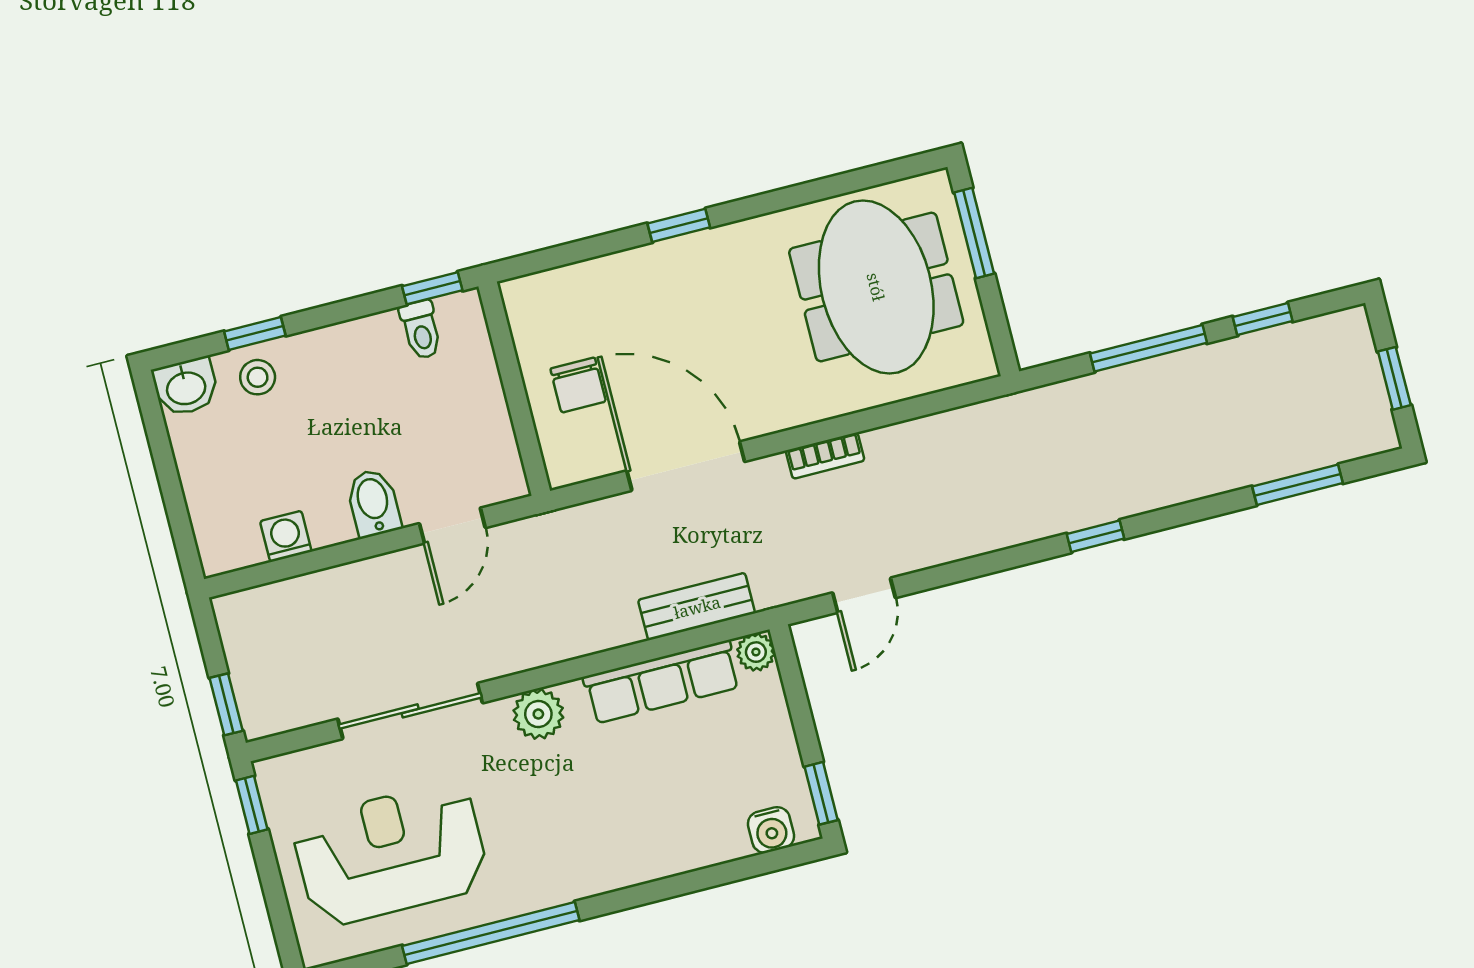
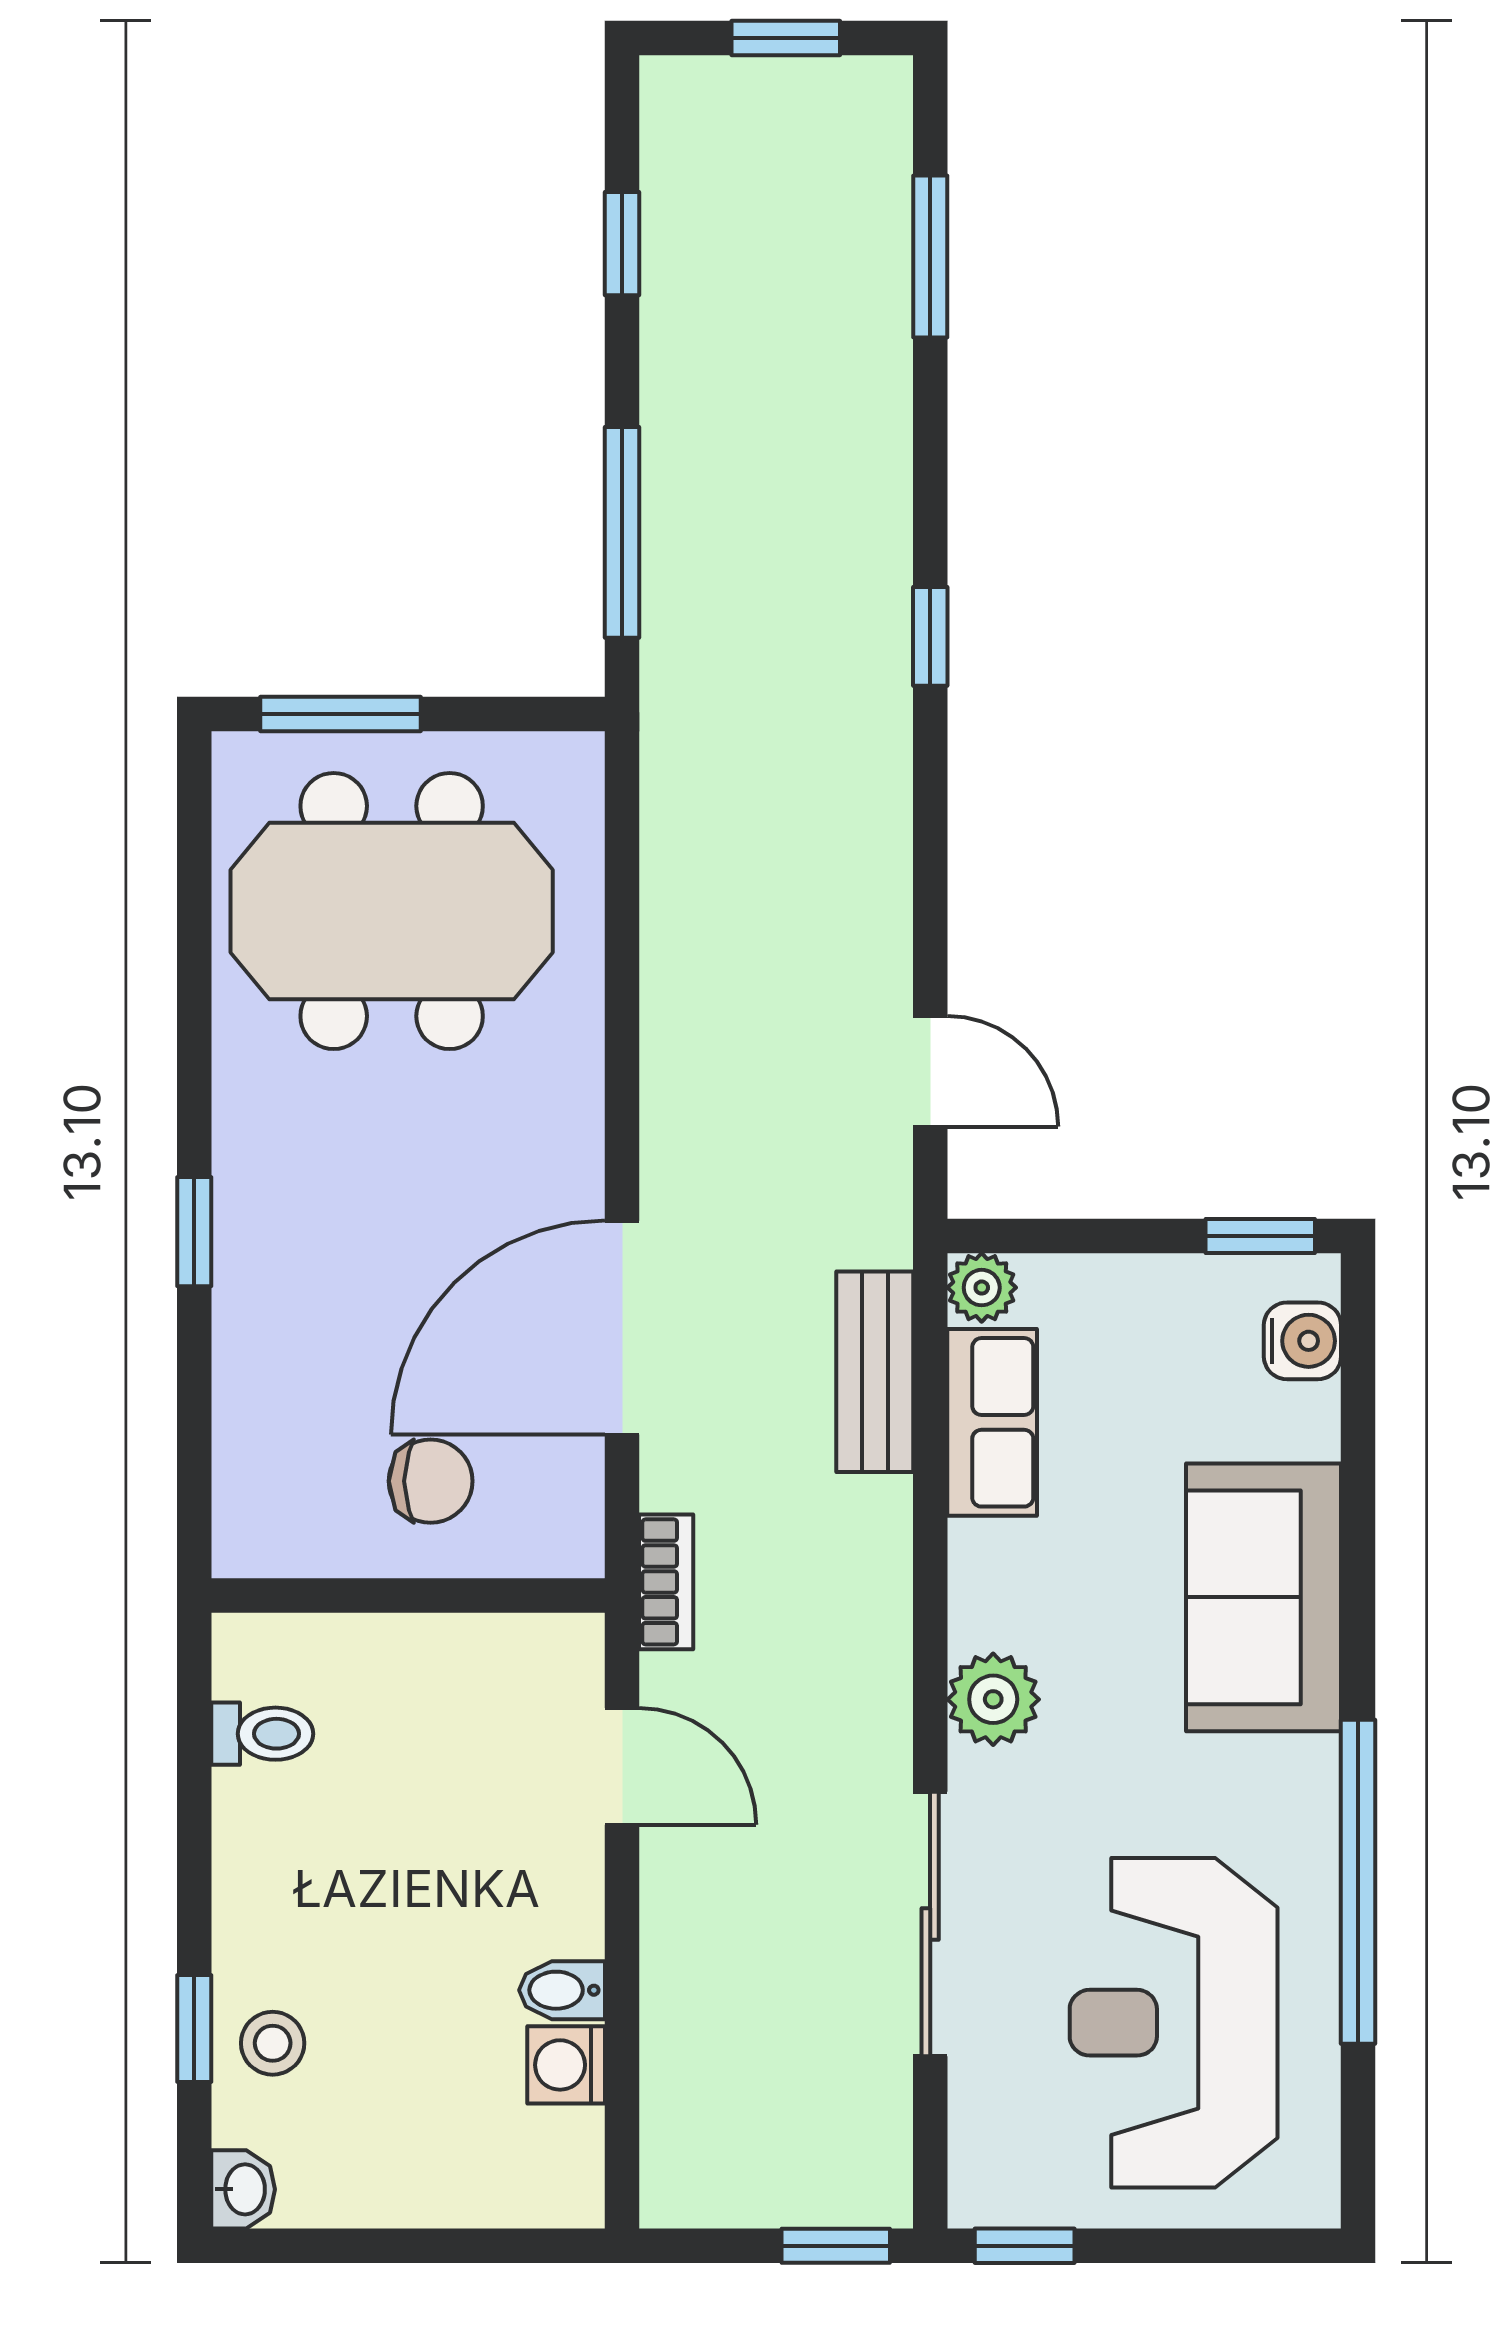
window: (432, 288) -> (194, 1695), removed
window: (1148, 348) -> (622, 532), moved
washbasin: (186, 387) -> (243, 2189), width x0.72, depth x0.69
bookcase: (825, 456) -> (666, 1582), moved
bidet: (373, 503) -> (562, 1990), moved, width x0.72, depth x0.74
row of seats: (662, 682) -> (992, 1422), width x0.68
sofa: (629, 844) -> (1264, 1597), added

